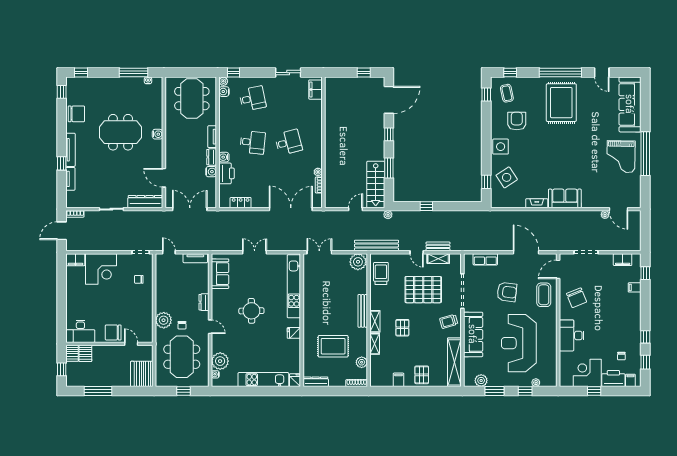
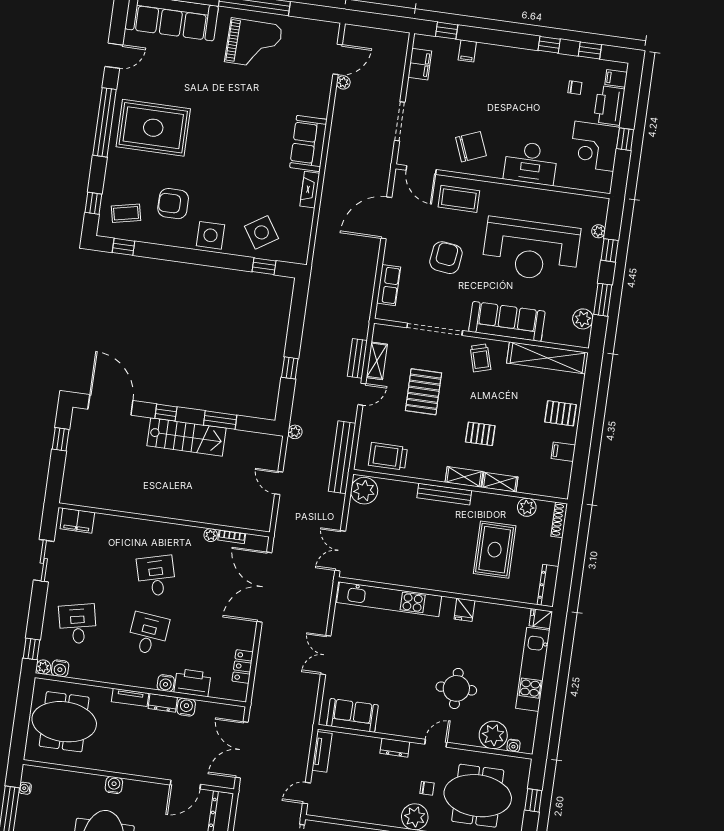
stairs: (376, 185) -> (186, 437), moved
pallet: (423, 290) -> (423, 392), width x0.73, depth x0.71
round table: (251, 311) -> (456, 688), moved

